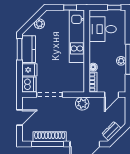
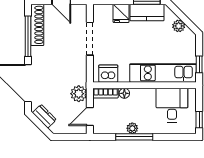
dishwasher: (29, 84) -> (108, 74), moved, turned 180
door: (112, 95) -> (90, 117), hinge flipped
plant: (82, 104) -> (79, 94), moved
shoe rack: (50, 137) -> (37, 25), moved

